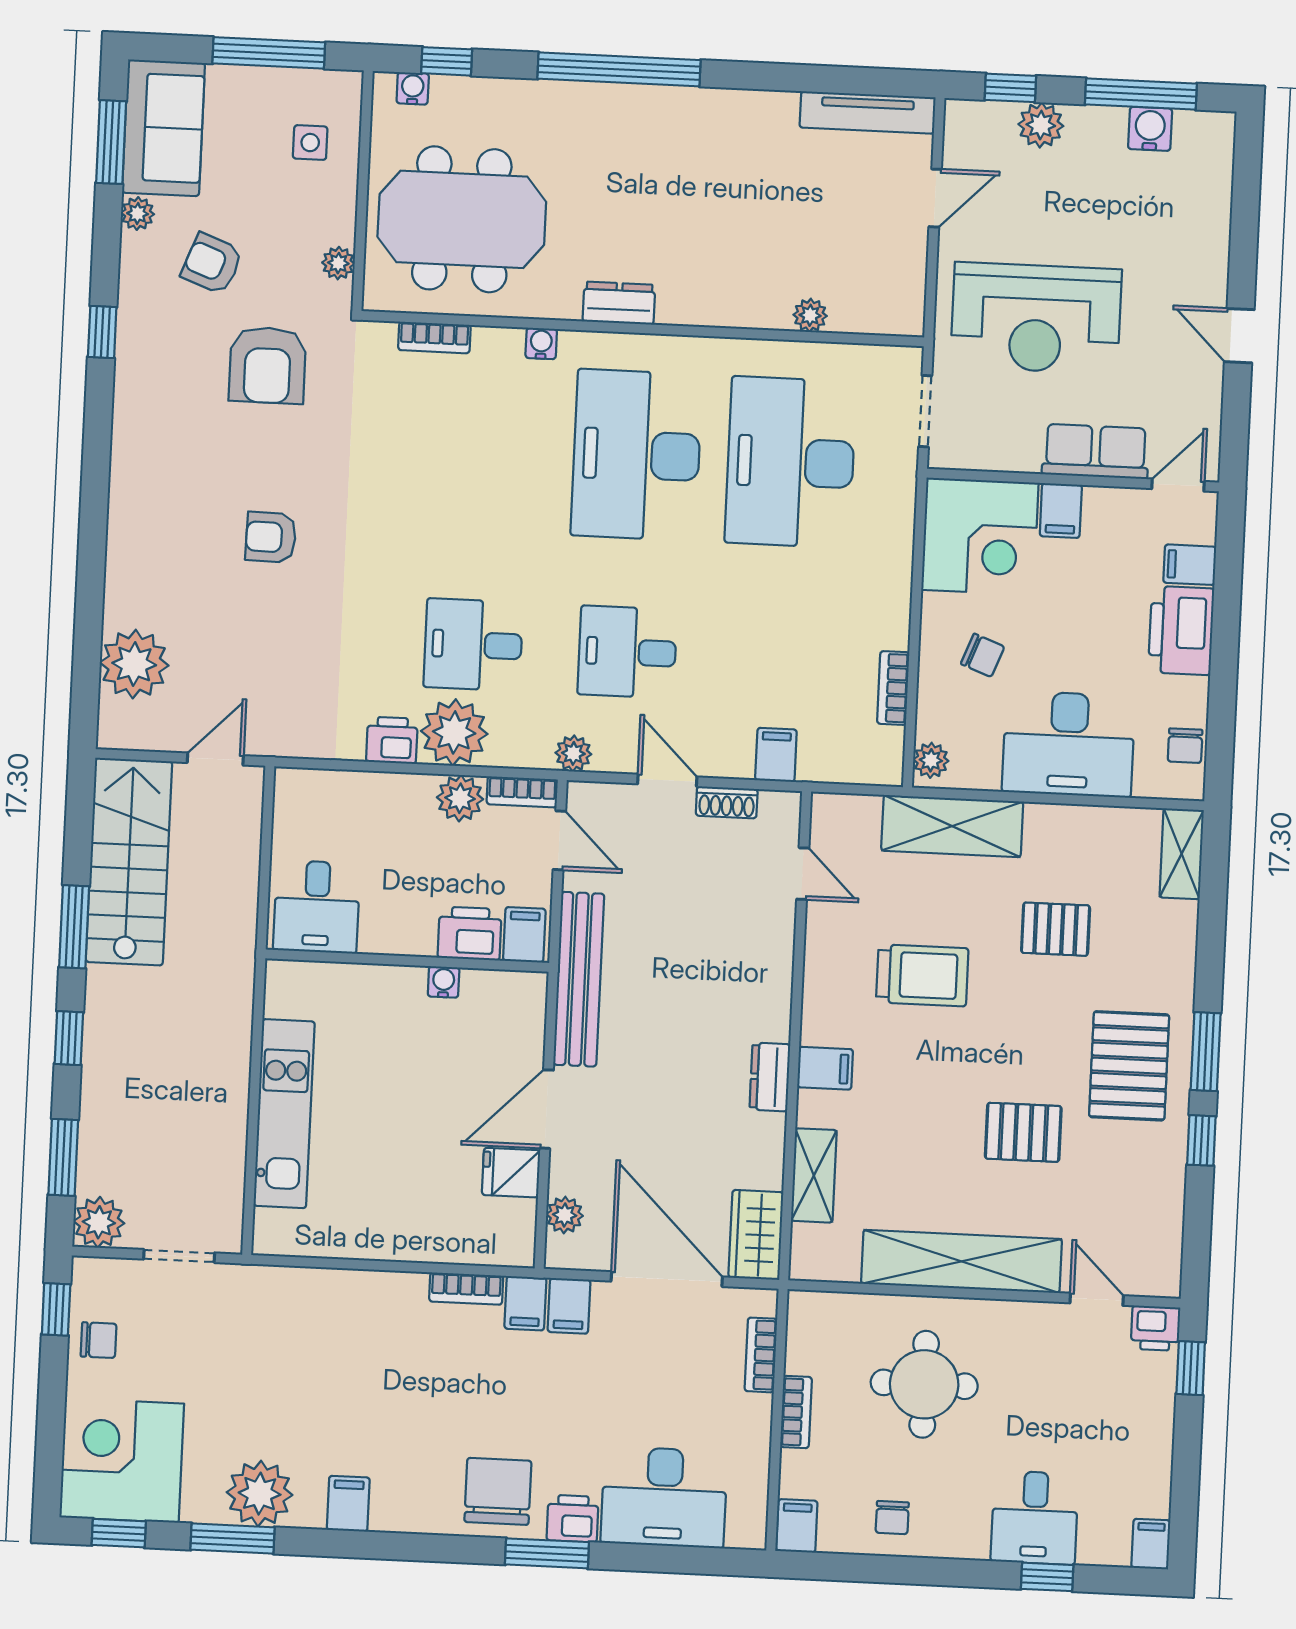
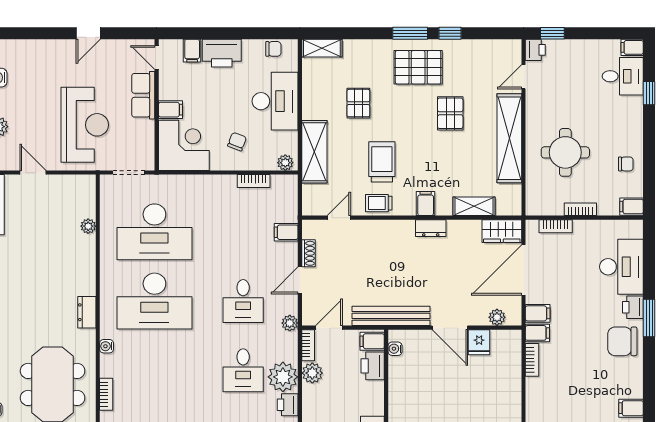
trolley: (831, 964) -> (379, 203), added
water cooler: (444, 982) -> (395, 349), moved
desk: (1035, 1518) -> (623, 76), moved

